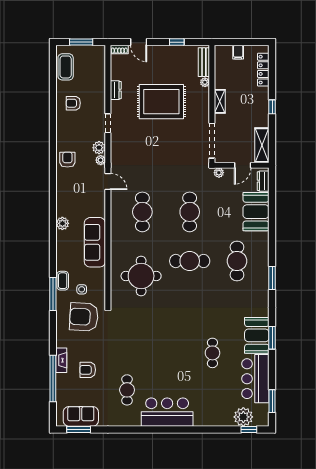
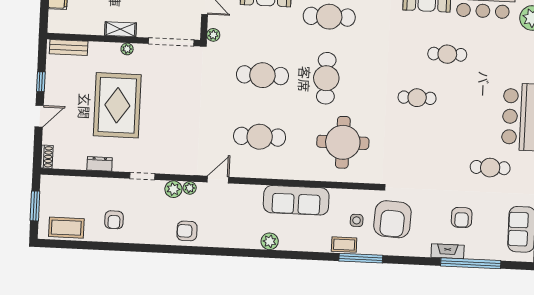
door: (139, 42) -> (39, 116), moved
plant: (205, 82) -> (127, 49), moved
cafe table: (178, 331) -> (417, 98), added

